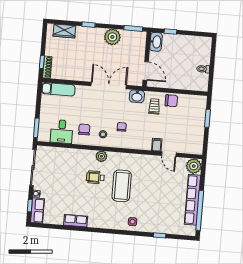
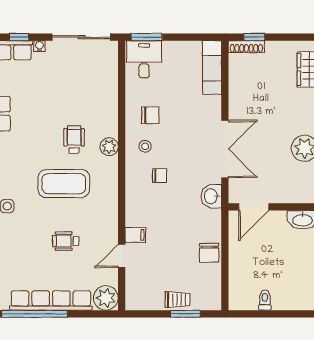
trolley: (154, 106) -> (177, 300), moved
desk: (62, 132) -> (144, 59), moved, turned 90
wheelchair: (157, 188) -> (66, 241), added

